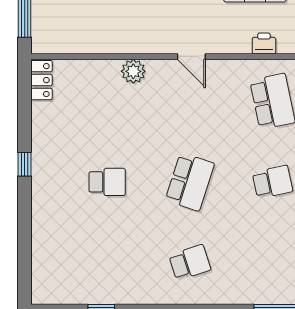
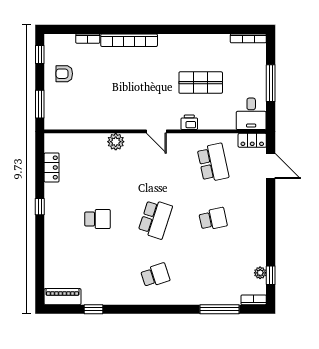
printer: (264, 43) -> (189, 122), moved
locker: (41, 80) -> (52, 167), moved
piano: (57, 293) -> (63, 297), added

